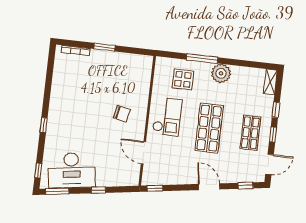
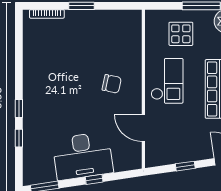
desk: (71, 170) -> (83, 156), moved
window: (38, 171) -> (19, 138), moved
window: (155, 188) -> (185, 166), moved

